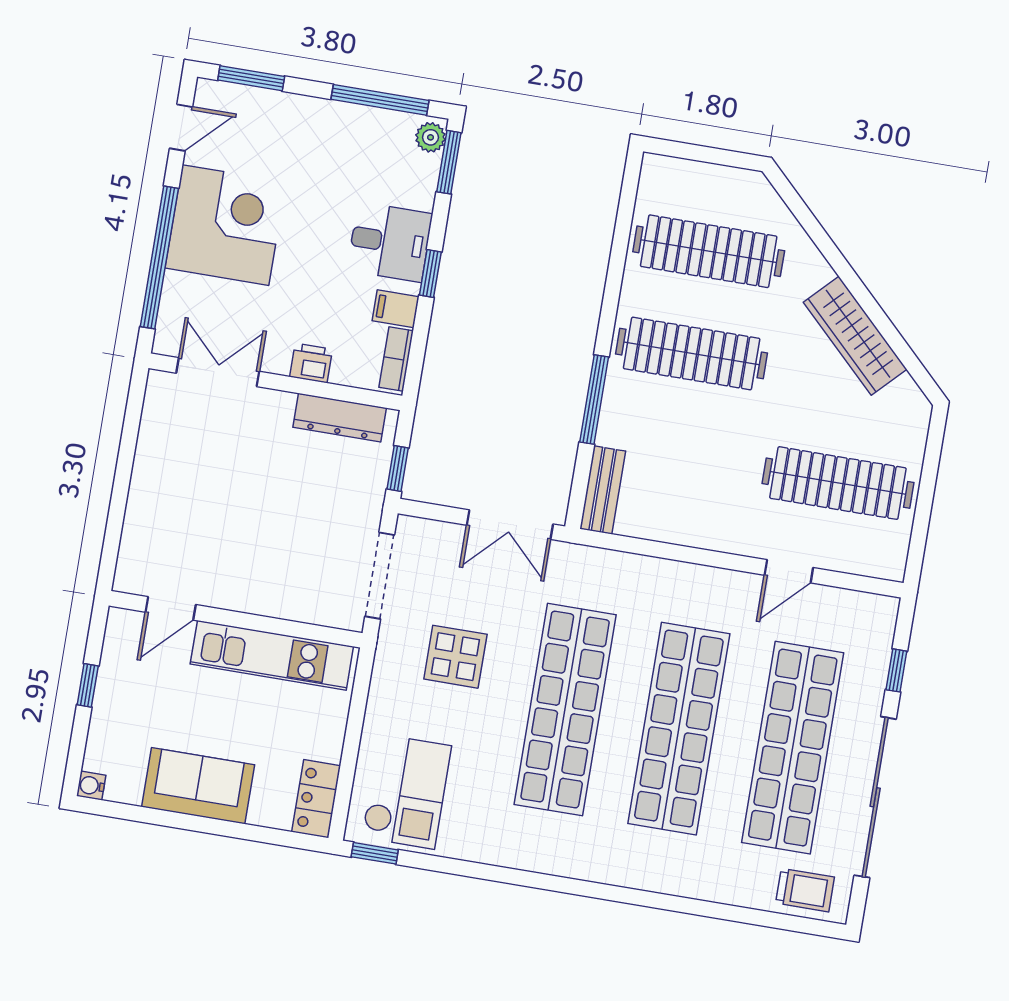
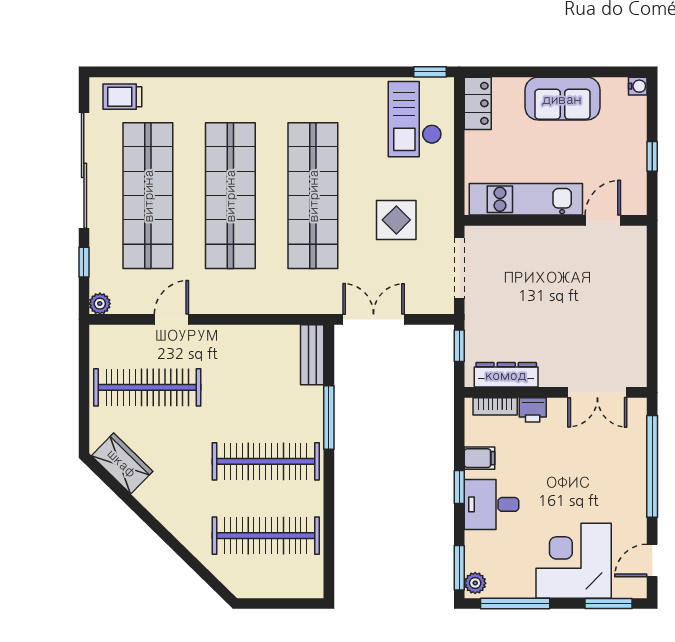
corner desk: (225, 225) -> (574, 561), moved, turned 90
wardrobe: (855, 336) -> (122, 463), moved, width x0.67
bookcase: (396, 359) -> (495, 406), moved, turned 90
plant: (884, 610) -> (100, 304), added

